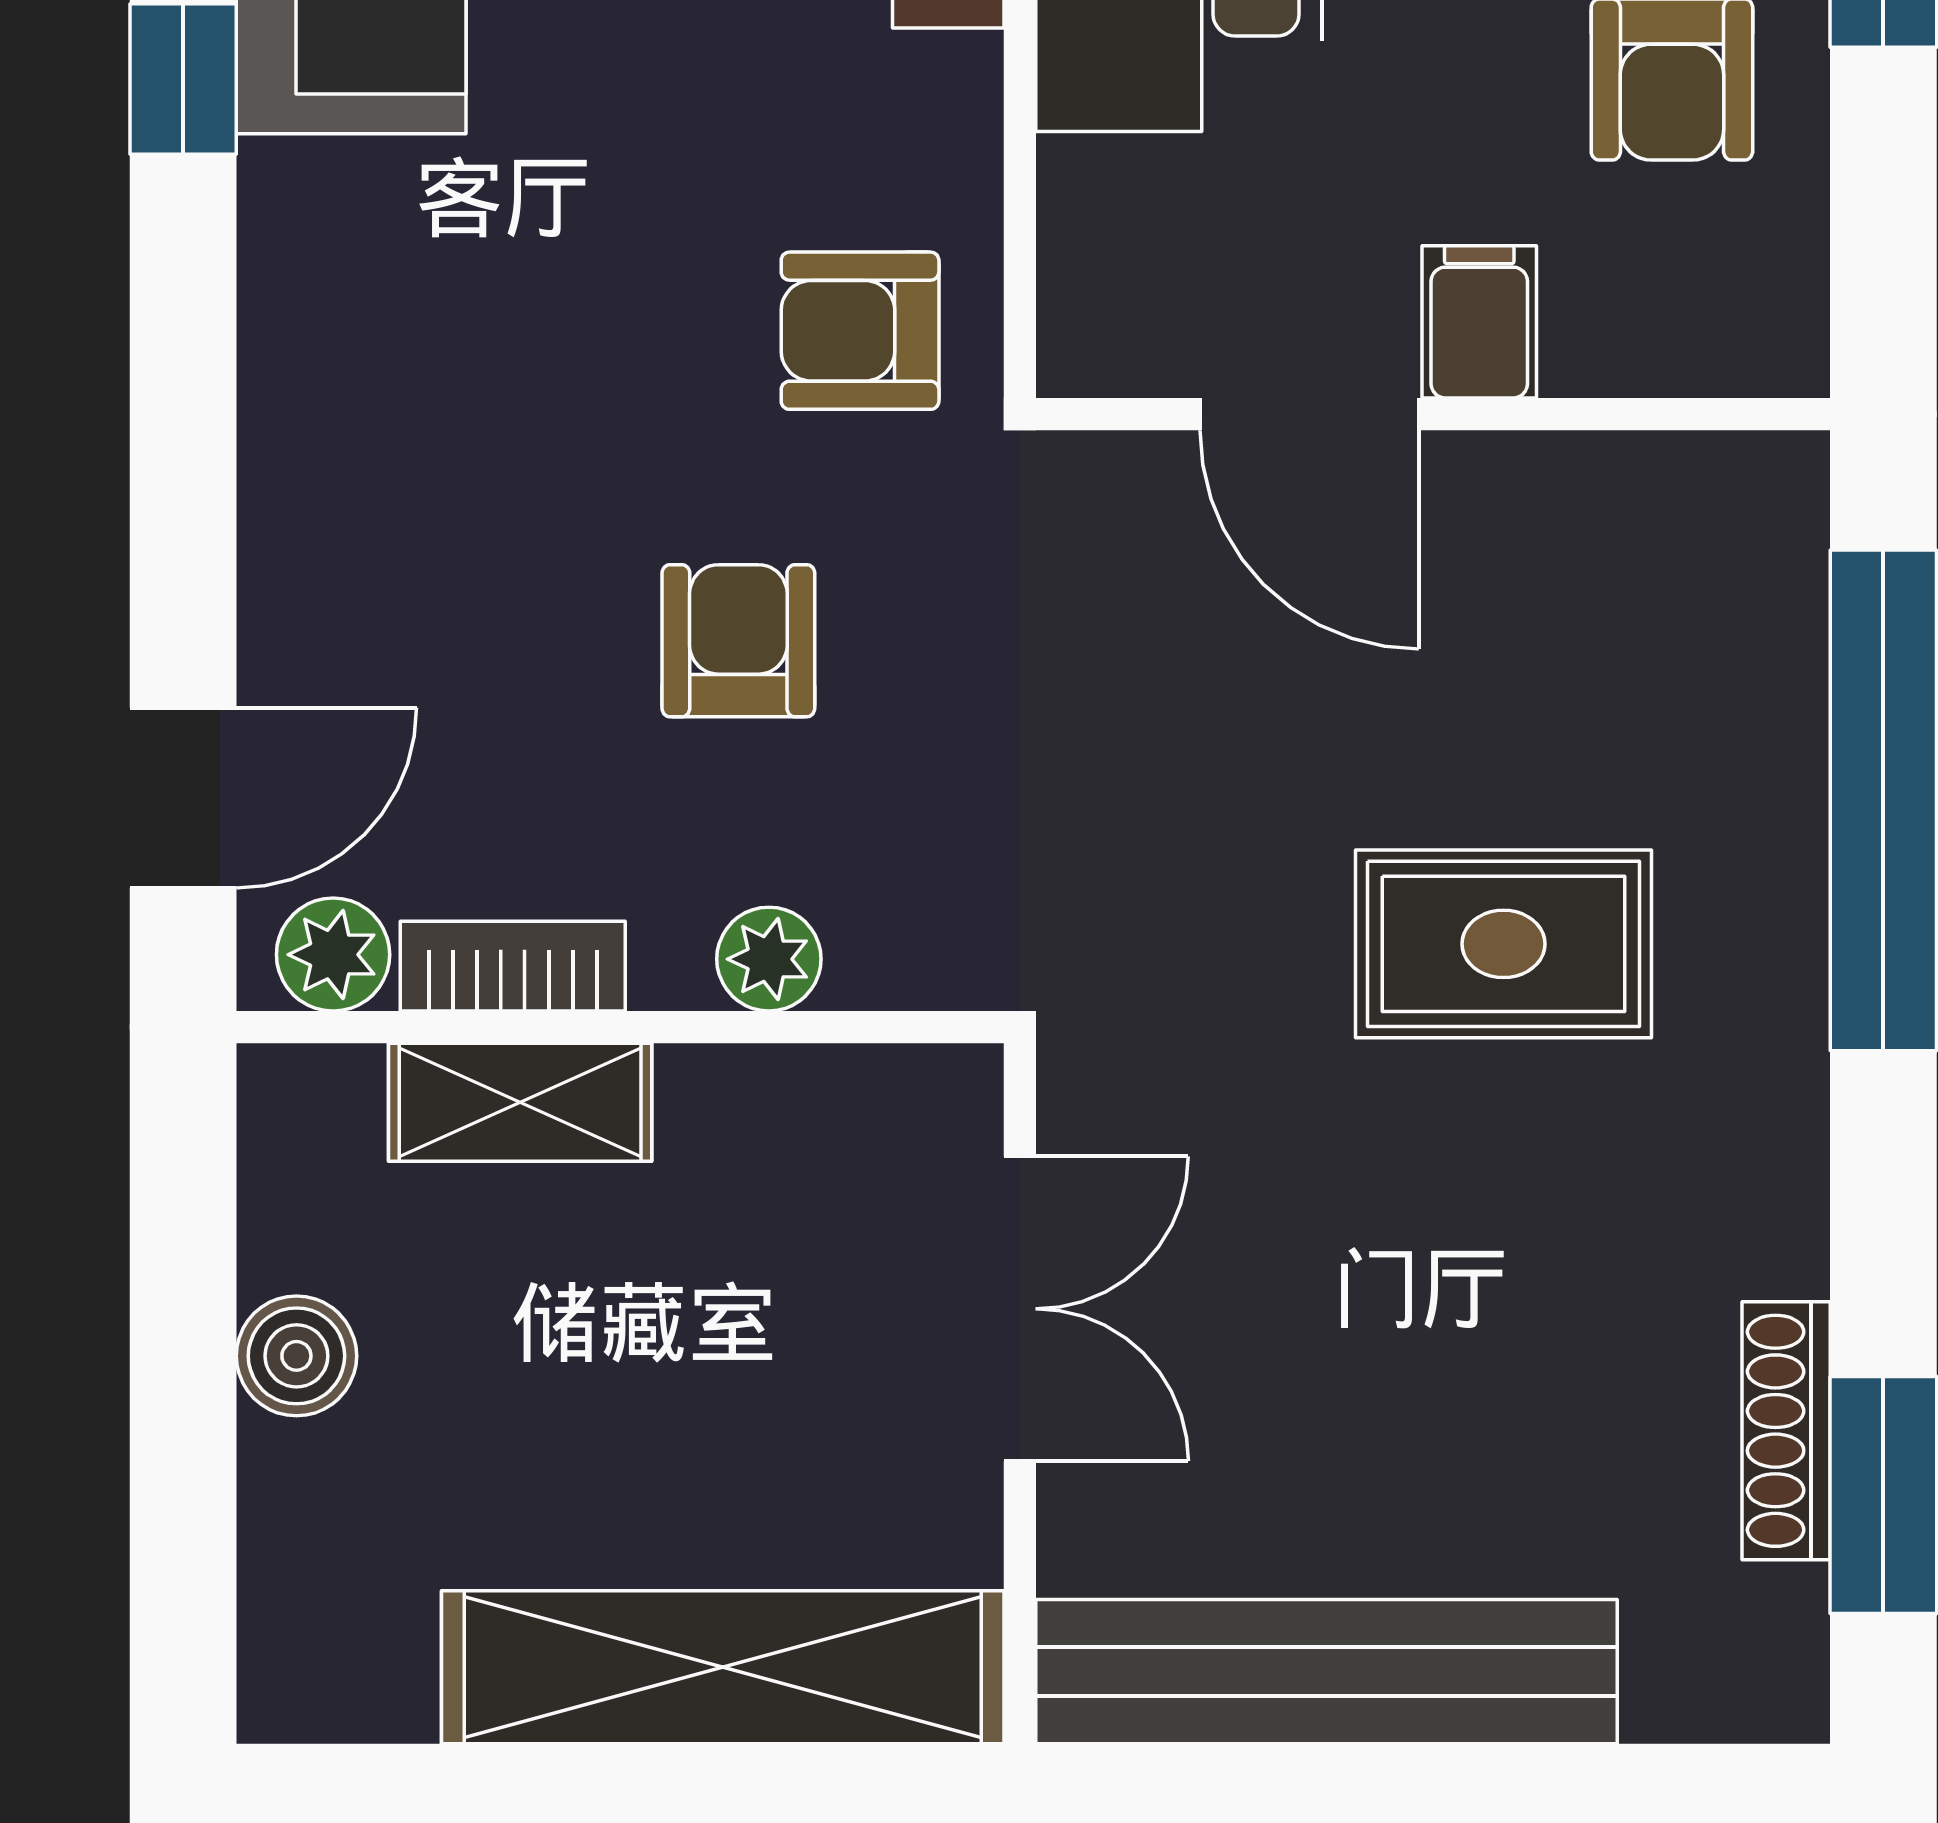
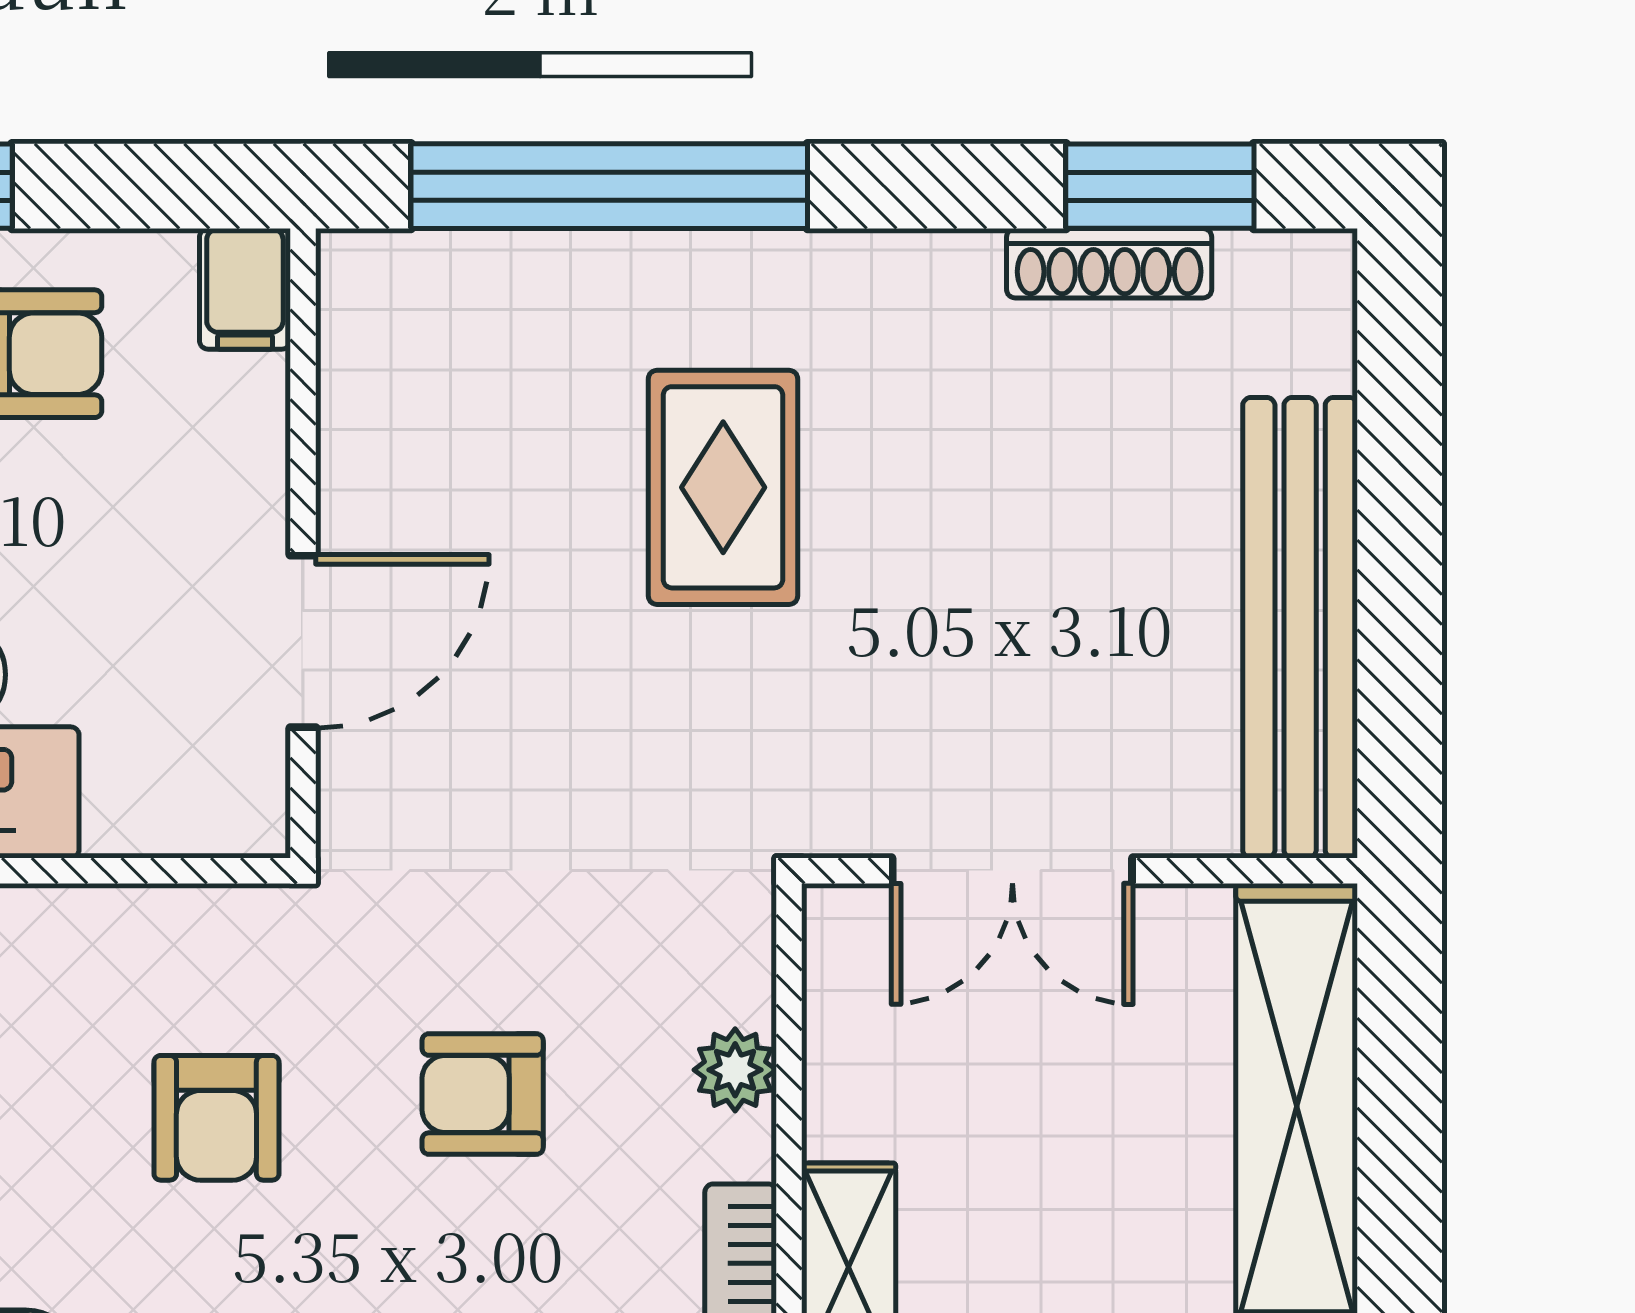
filing cabinet: (1479, 322) -> (245, 289), moved, turned -90
armchair: (860, 331) -> (216, 1118), moved
double door: (1020, 1309) -> (1012, 871), swing flipped

